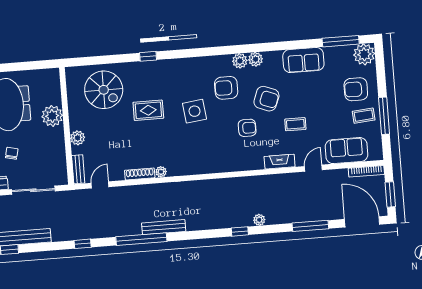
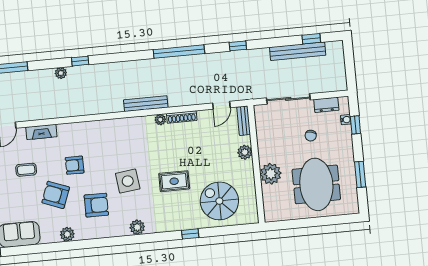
window: (148, 56) -> (190, 234), moved
plant: (240, 61) -> (137, 227), moved
bench: (164, 227) -> (146, 104), moved

